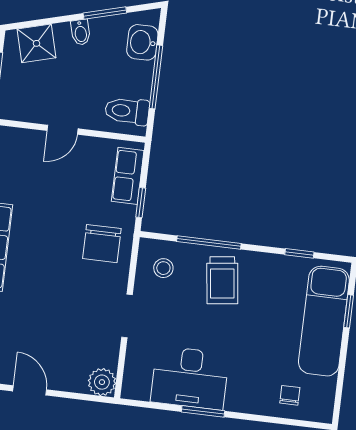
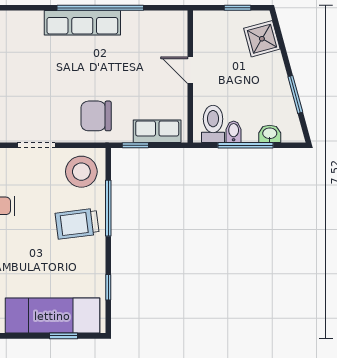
bidet: (81, 32) -> (234, 132), moved, turned 105
washbasin: (142, 42) -> (270, 134), width x0.72, depth x0.69
stool: (163, 268) -> (81, 172), width x1.89, depth x1.89

